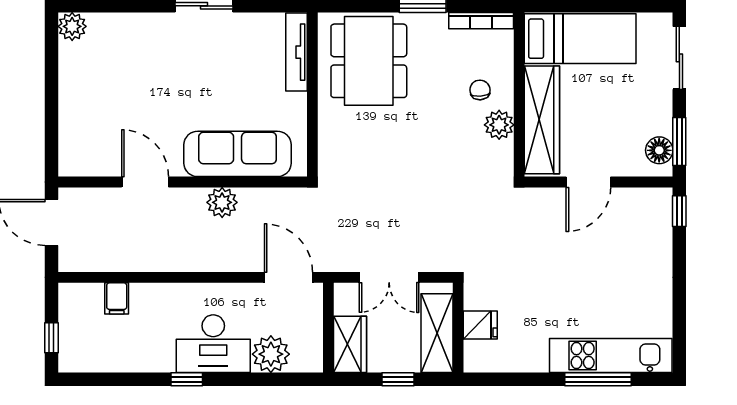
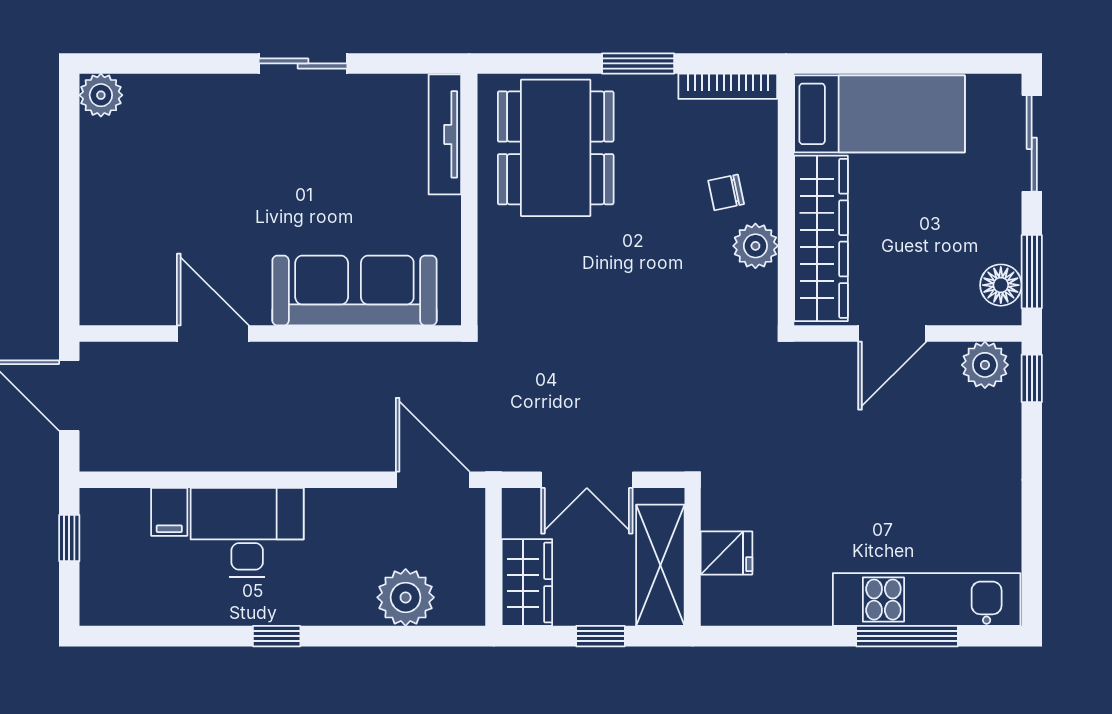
chair: (480, 90) -> (726, 192), turned -98
plant: (222, 202) -> (985, 365), moved
window: (51, 338) -> (69, 538), moved
desk: (213, 344) -> (247, 532), moved, turned 180

